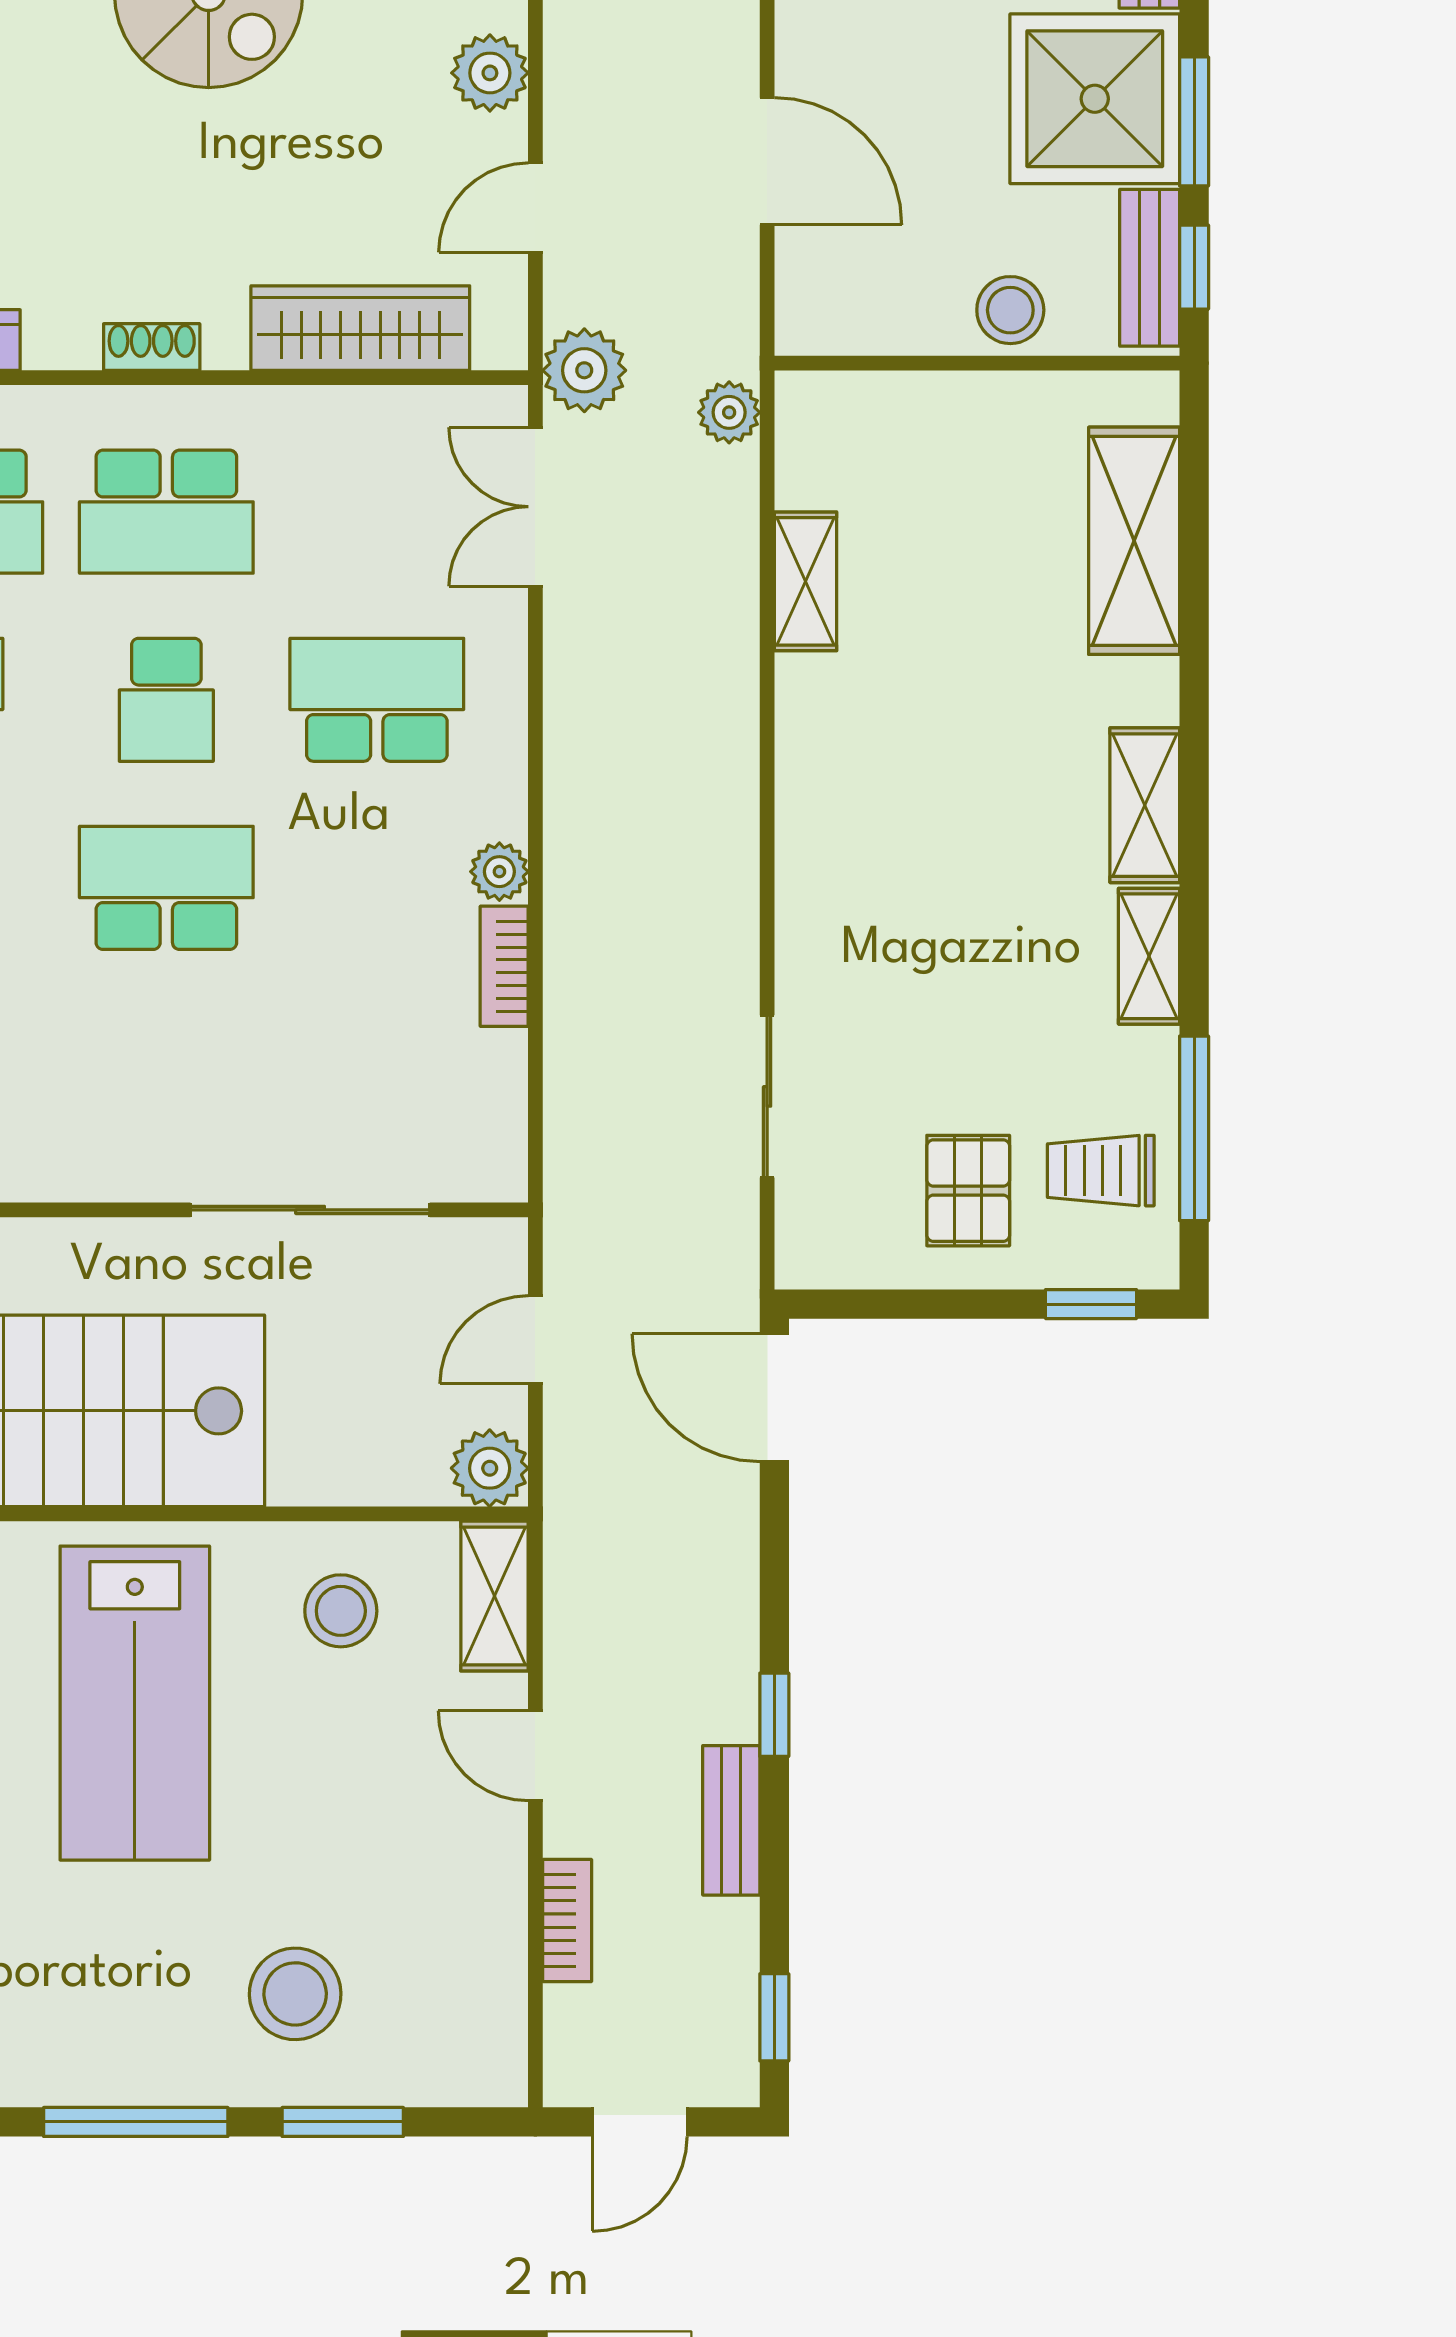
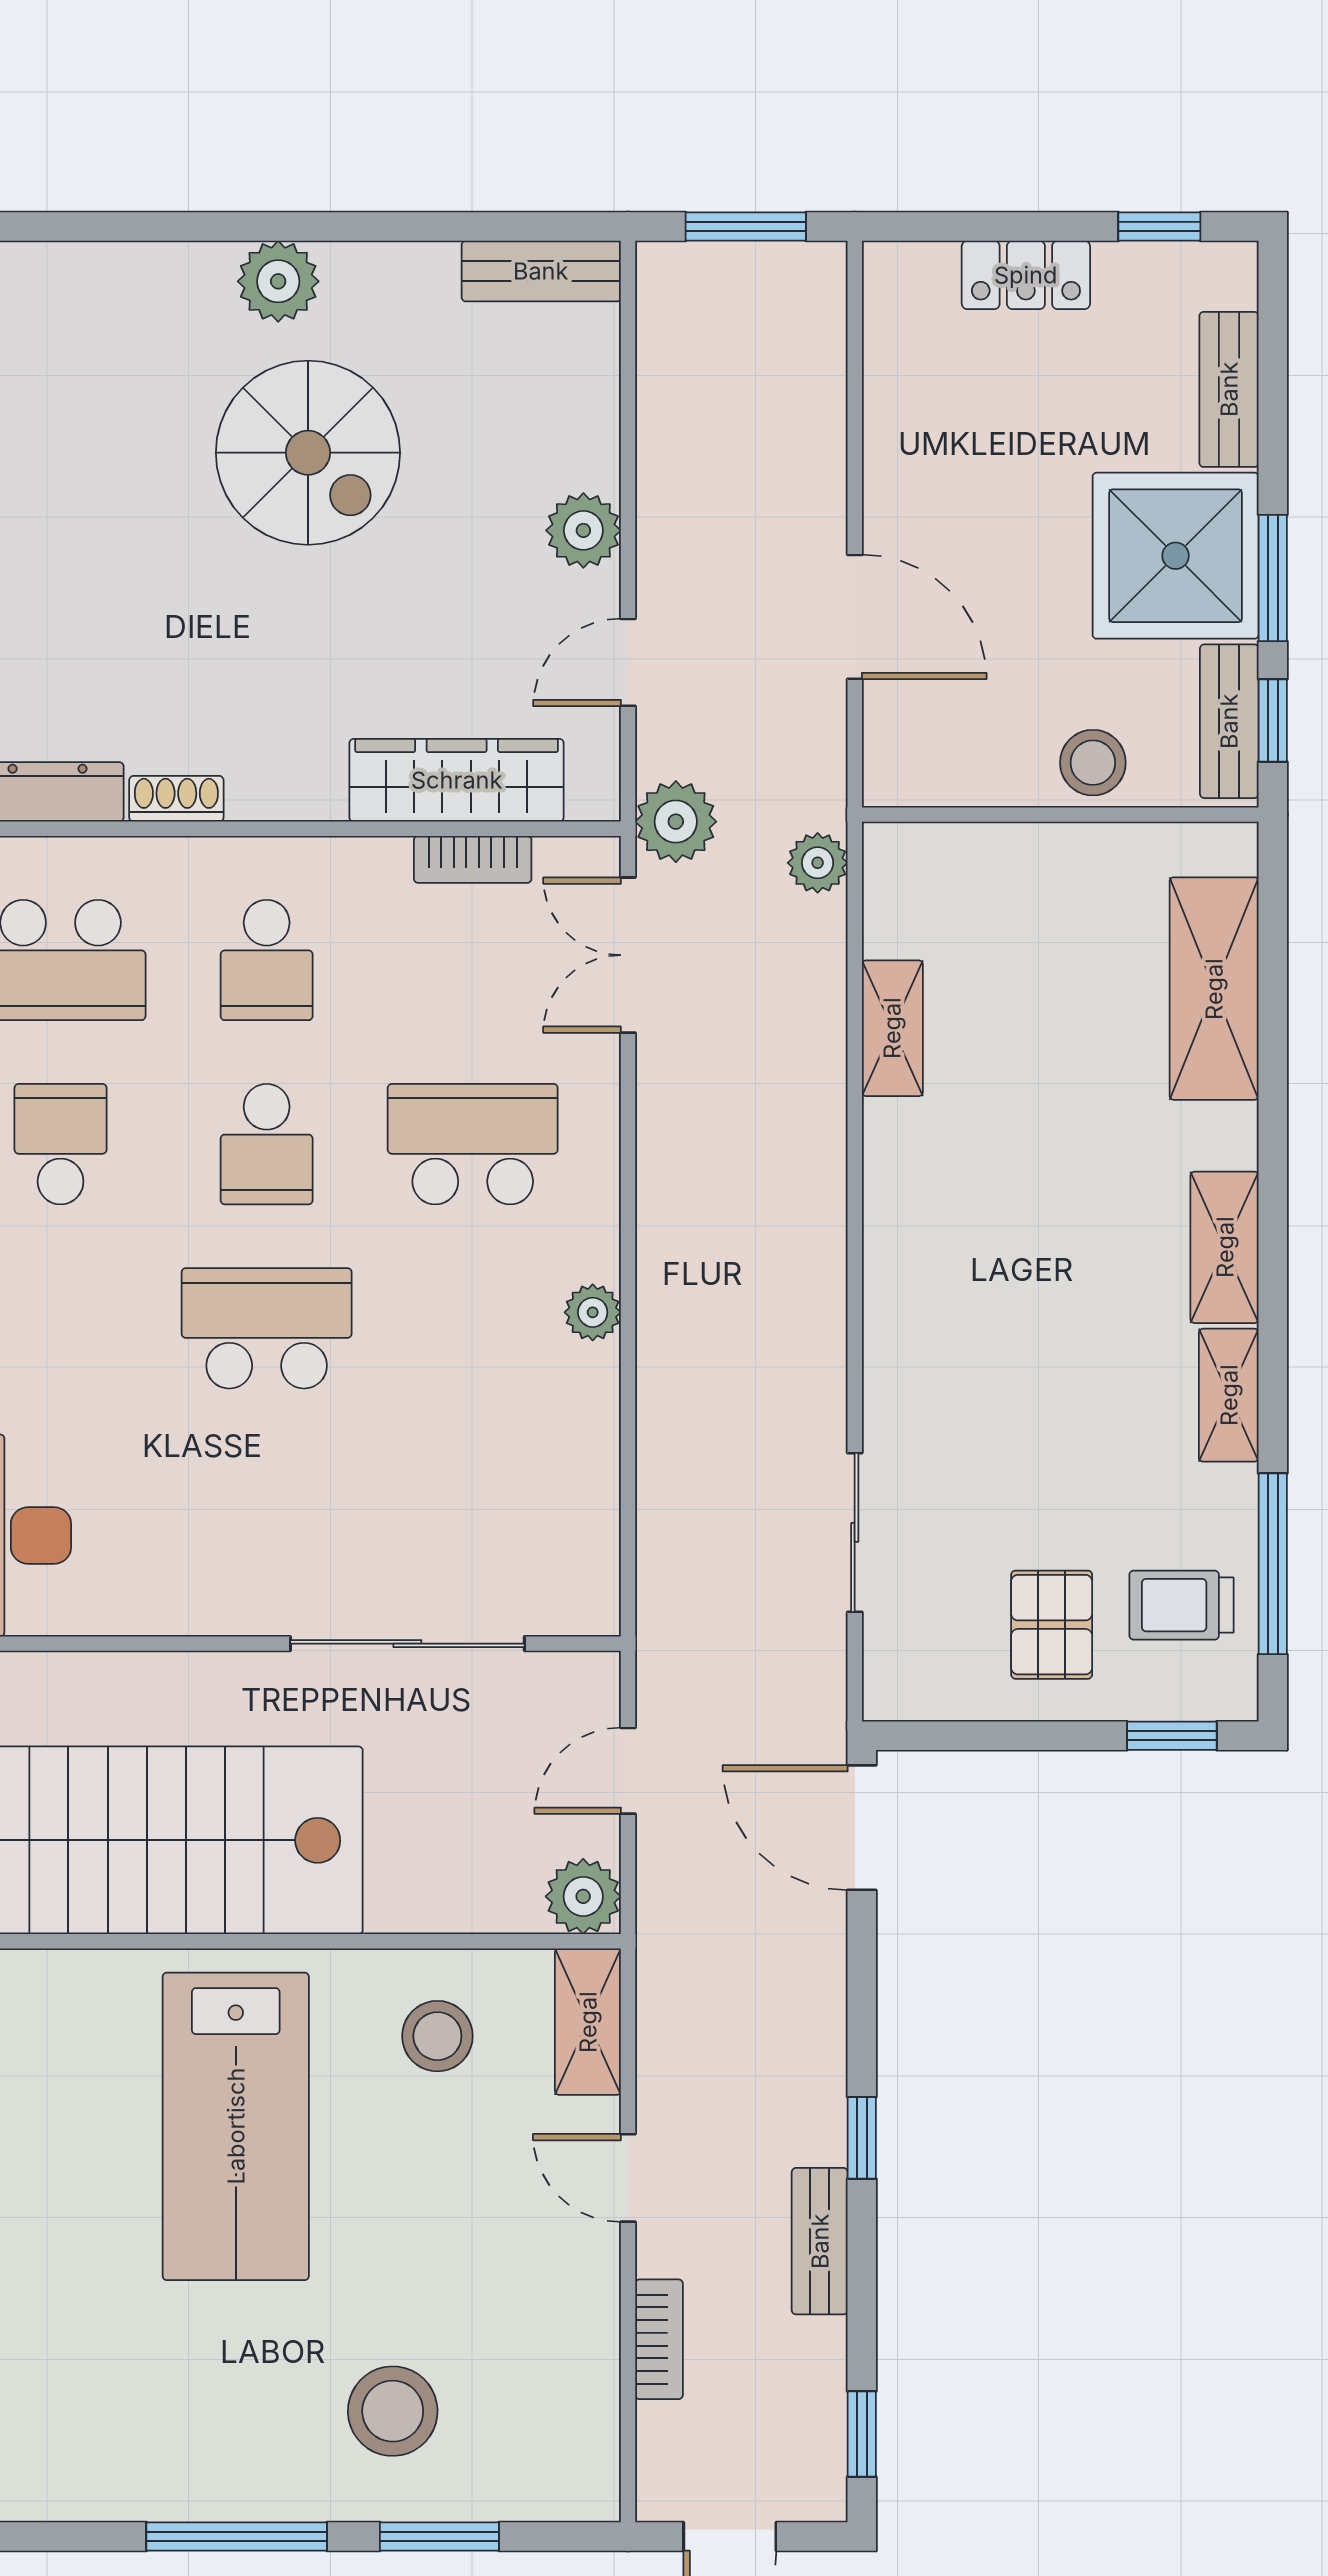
shoe rack: (152, 347) -> (176, 799), moved
school desk: (166, 512) -> (267, 960), width x0.54
bookcase: (504, 966) -> (473, 859), moved, turned -90

